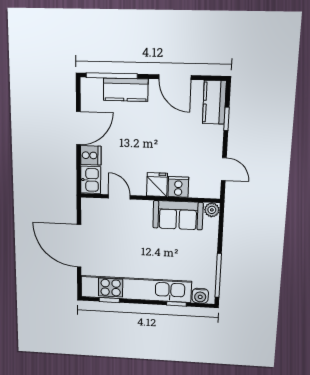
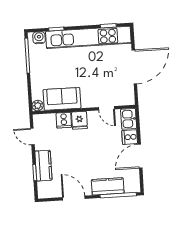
kitchen counter: (214, 102) -> (43, 166), moved
door: (79, 246) -> (134, 67), hinge flipped

